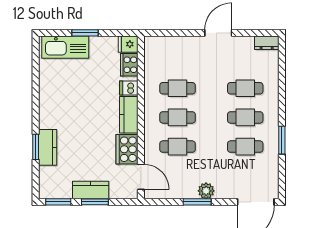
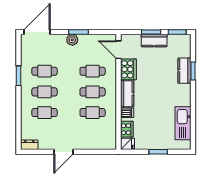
kitchen sink: (65, 47) -> (183, 123), moved, turned -90

